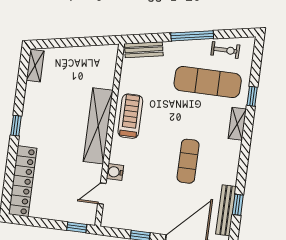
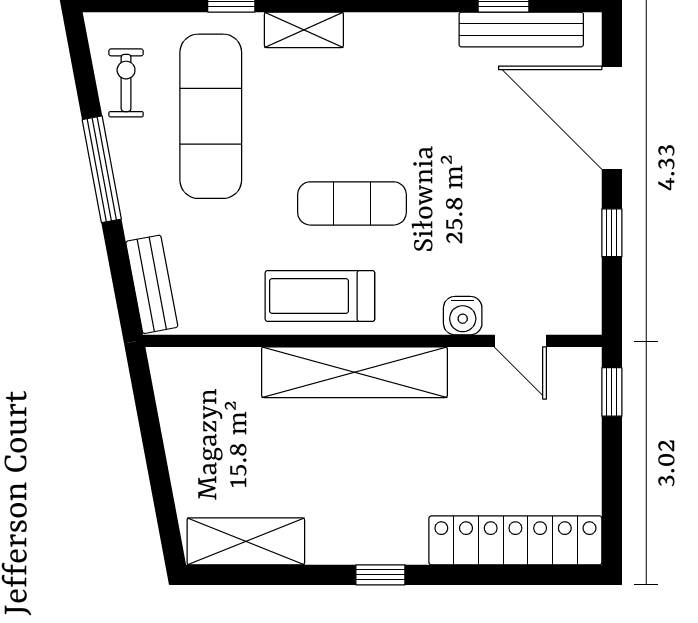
shelving: (35, 66) -> (246, 541), width x1.50, depth x1.33
exercise mat: (188, 161) -> (352, 203), moved

